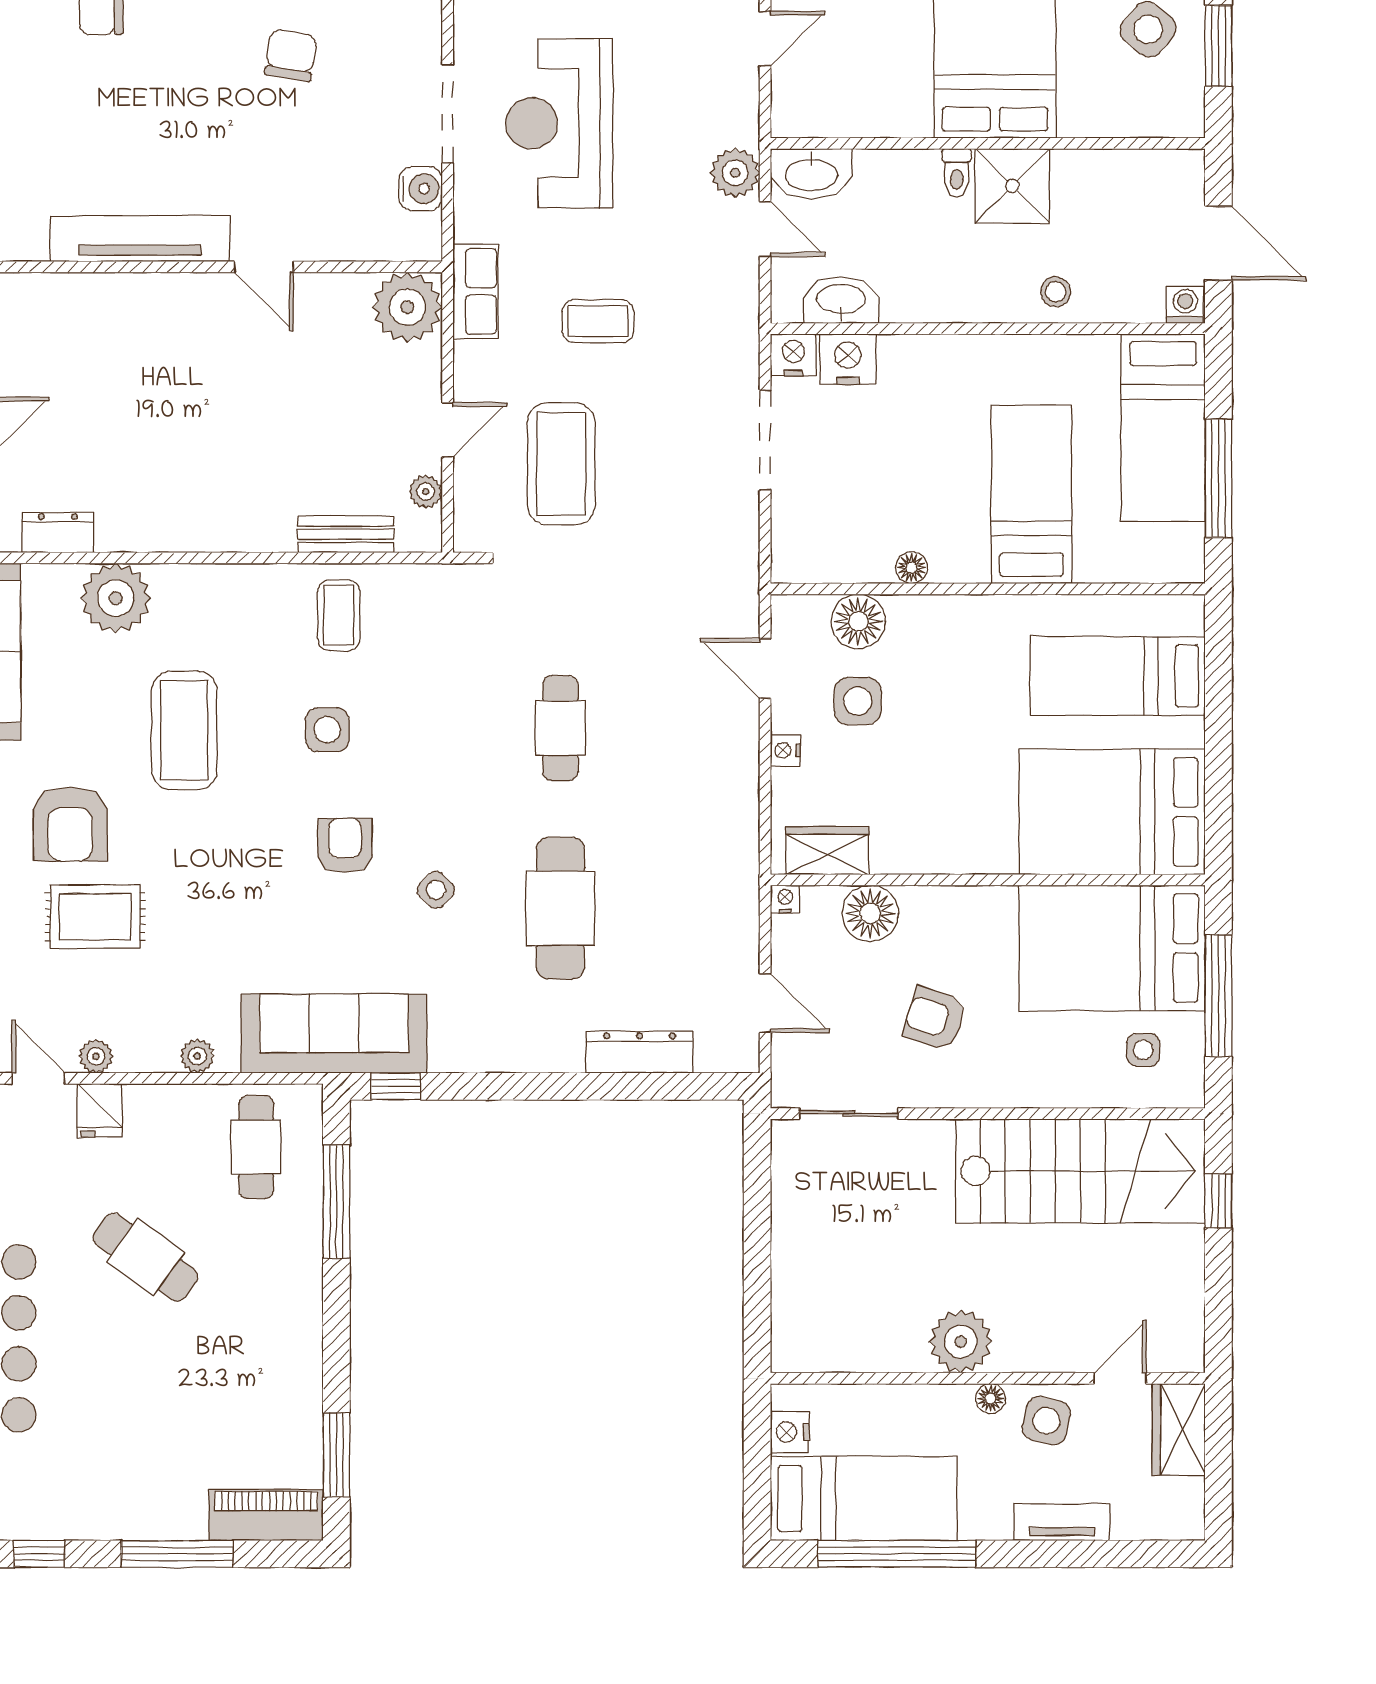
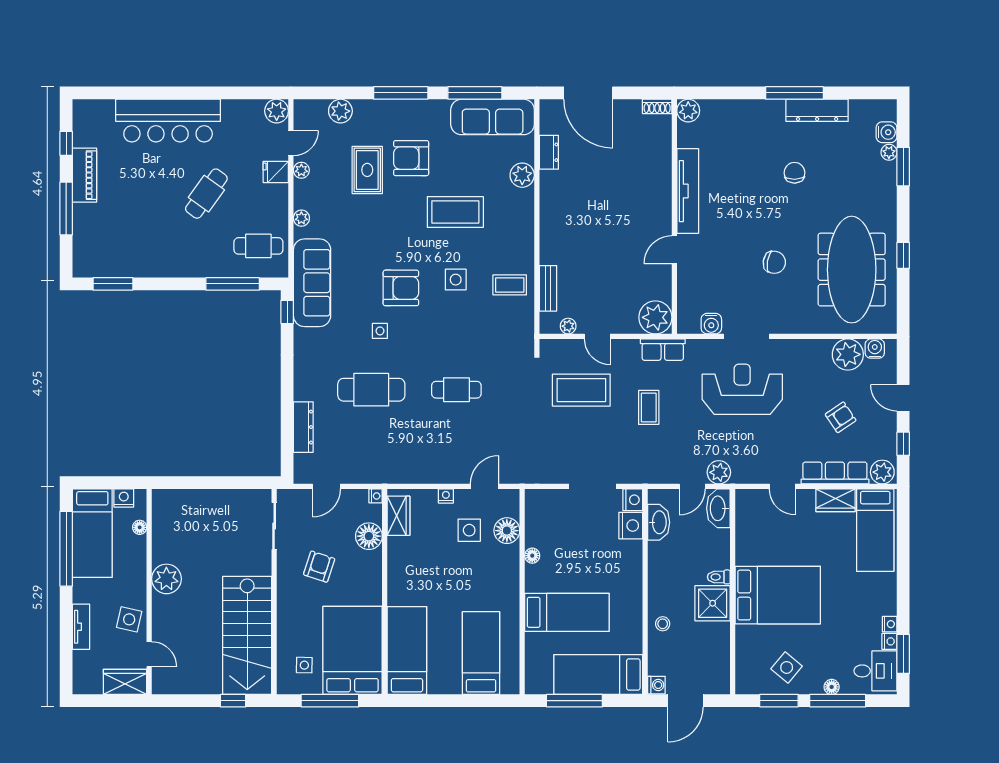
plant: (116, 598) -> (522, 175), width x0.73, depth x0.73
bed: (1112, 812) -> (407, 650), width x0.67
armchair: (345, 846) -> (401, 288), width x1.38, depth x1.38
side table: (436, 890) -> (380, 331), turned 45
floor lamp: (991, 1399) -> (140, 527), moved
piano: (266, 1515) -> (85, 175), moved

